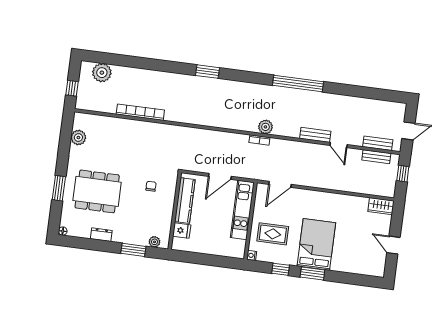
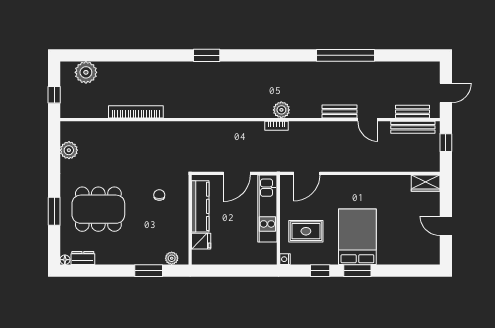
window: (298, 84) -> (346, 55), moved
bench: (376, 157) -> (413, 127), width x1.36
dresser: (101, 235) -> (83, 258), moved

